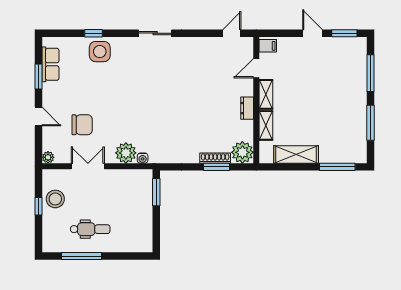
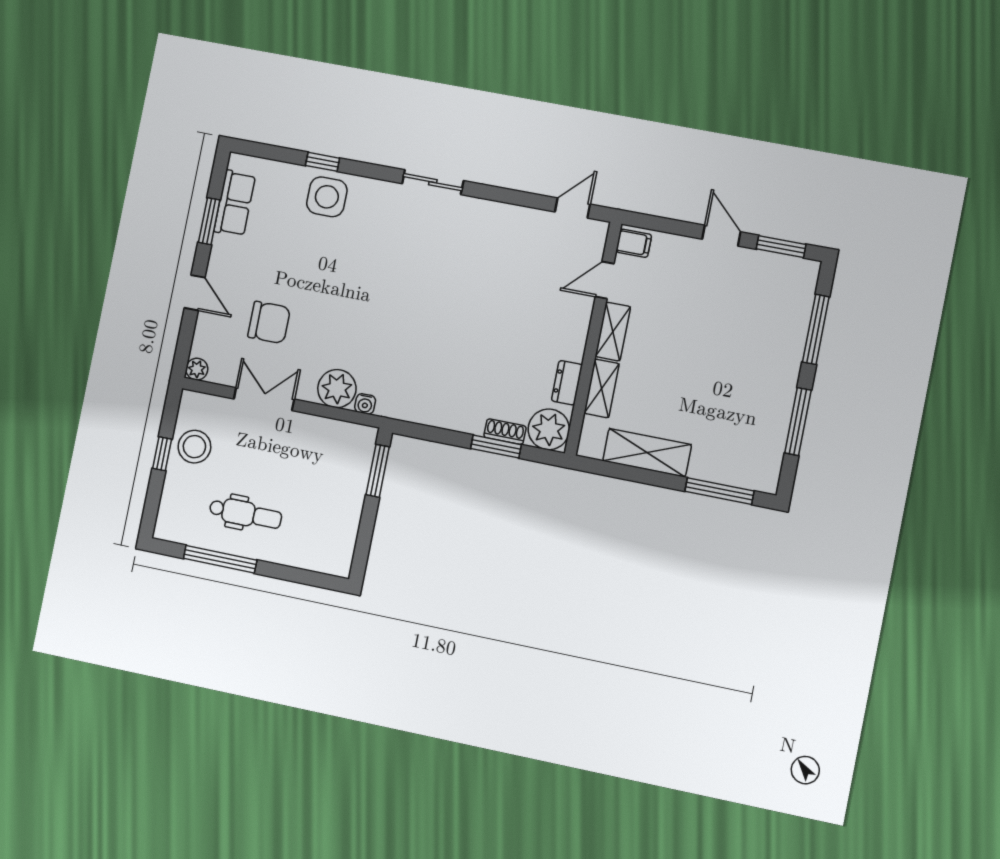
dresser: (247, 108) -> (567, 383), moved
shoe rack: (215, 158) -> (505, 432), width x0.70

